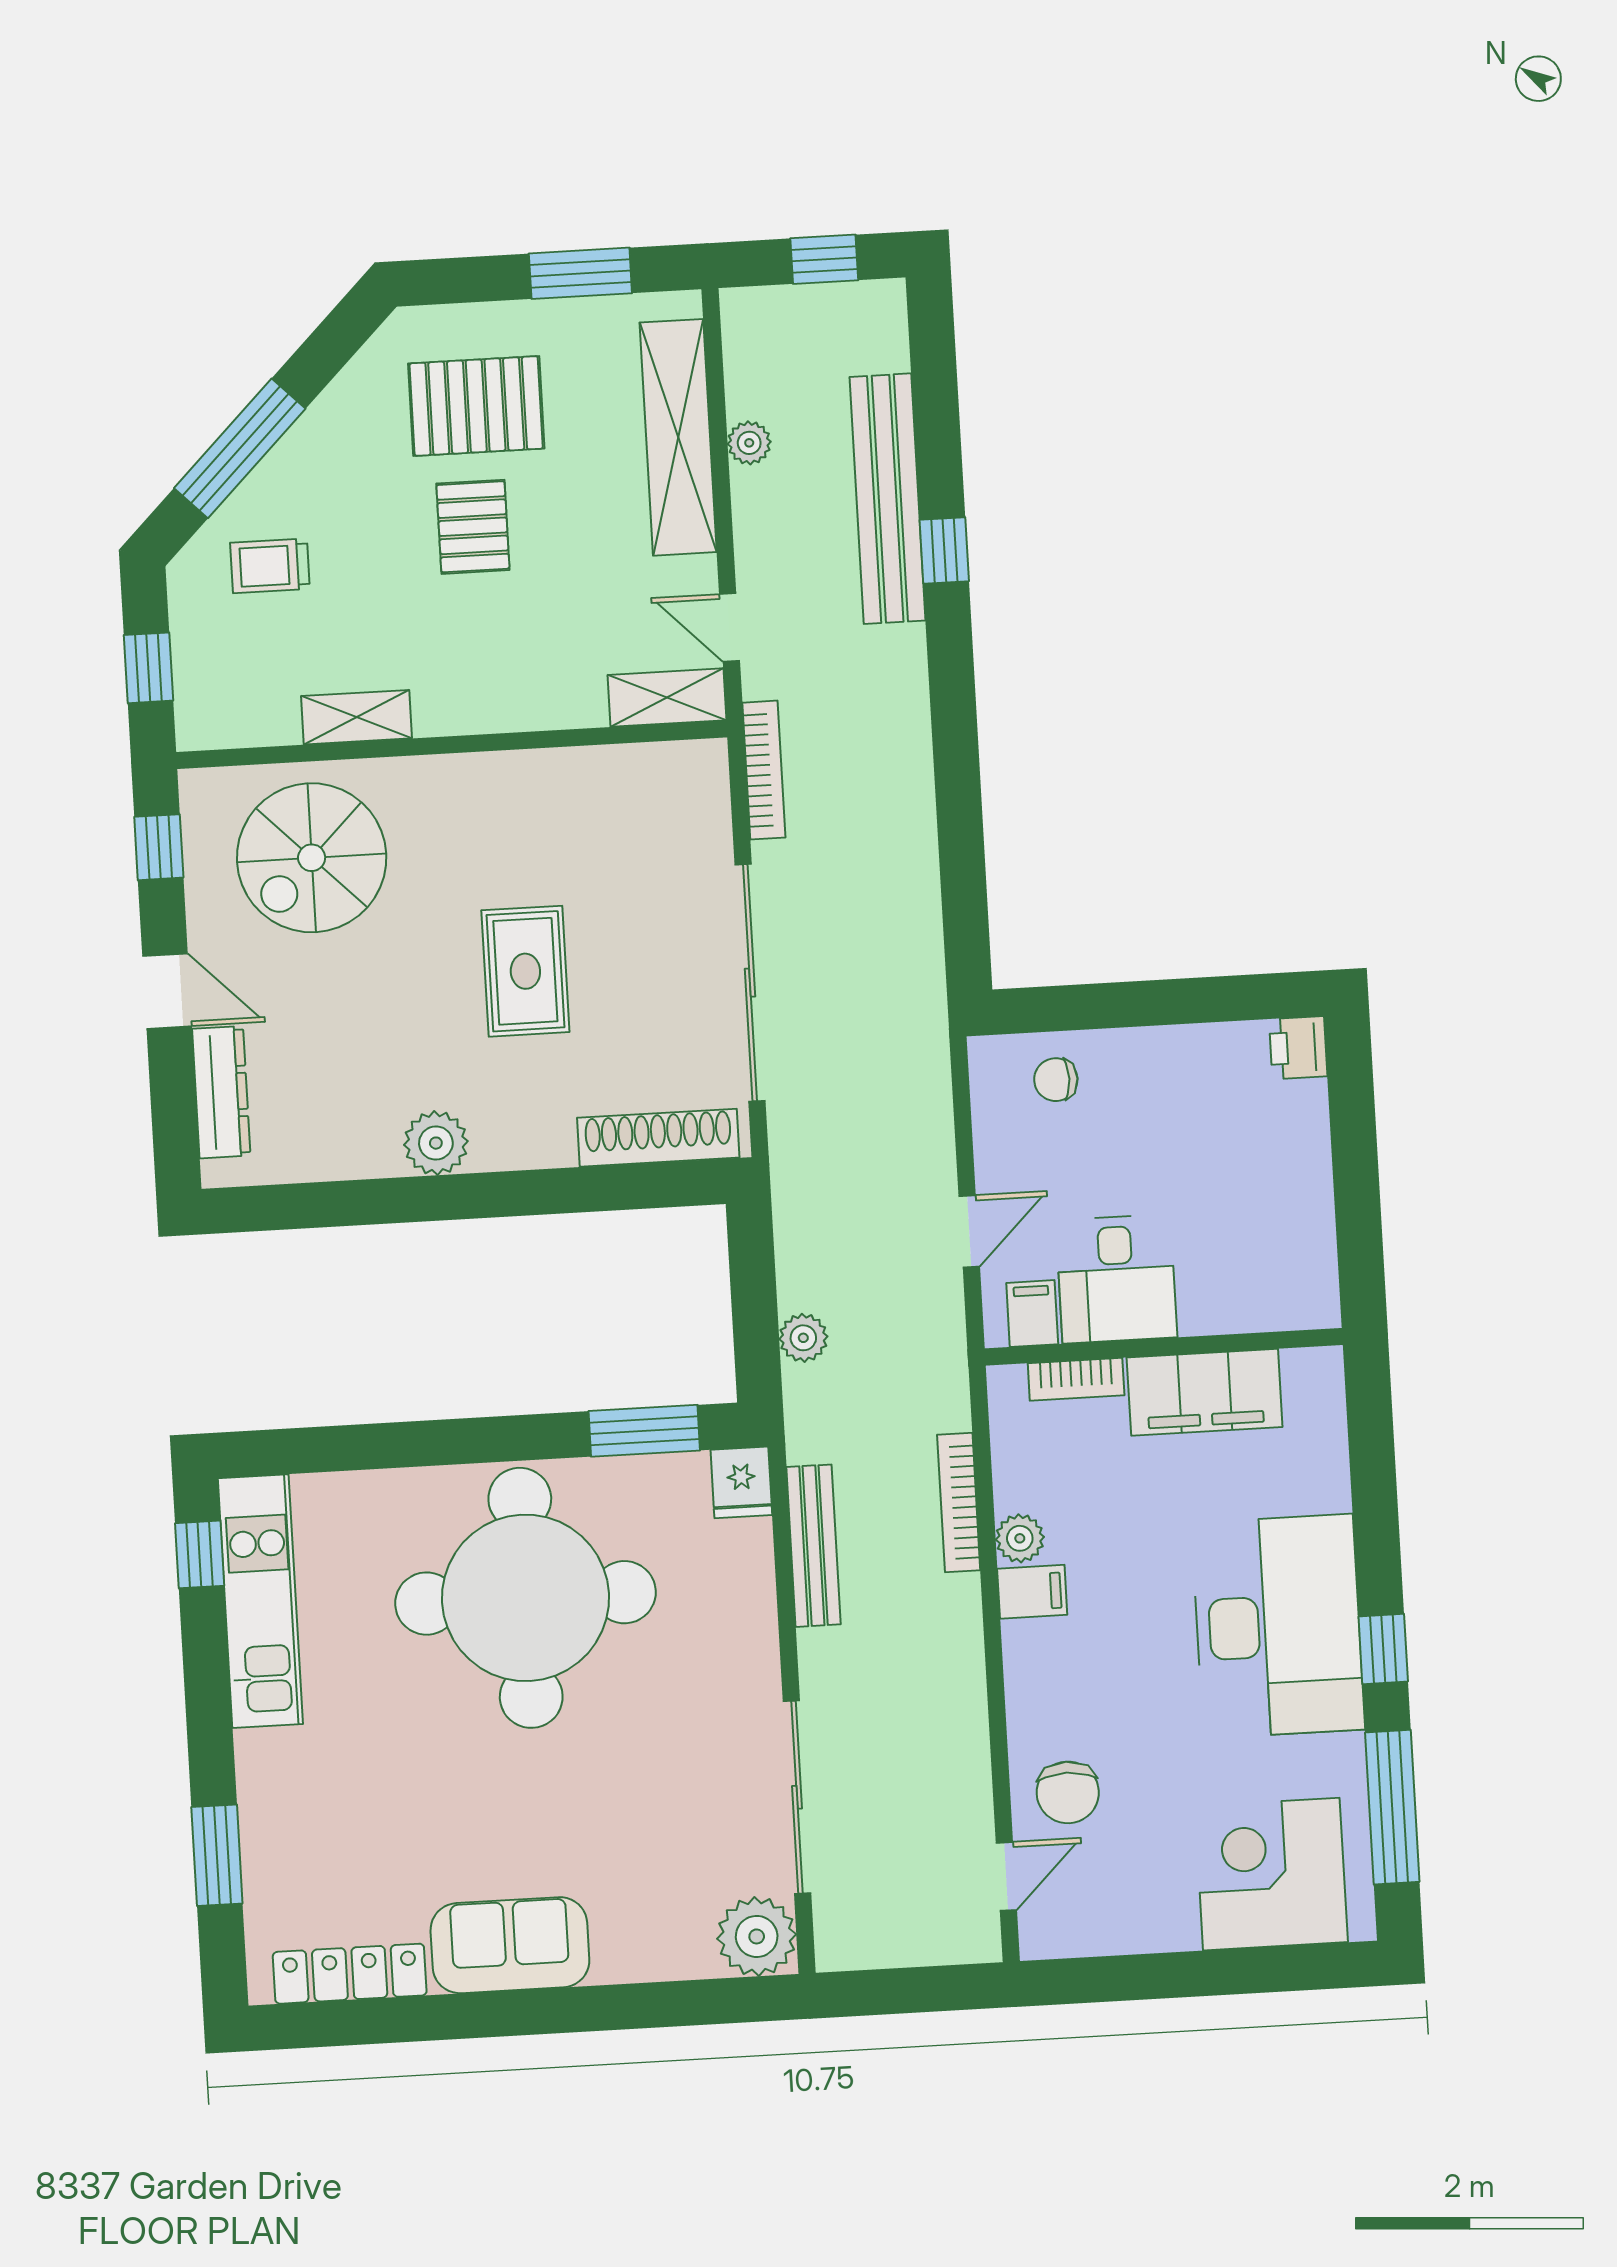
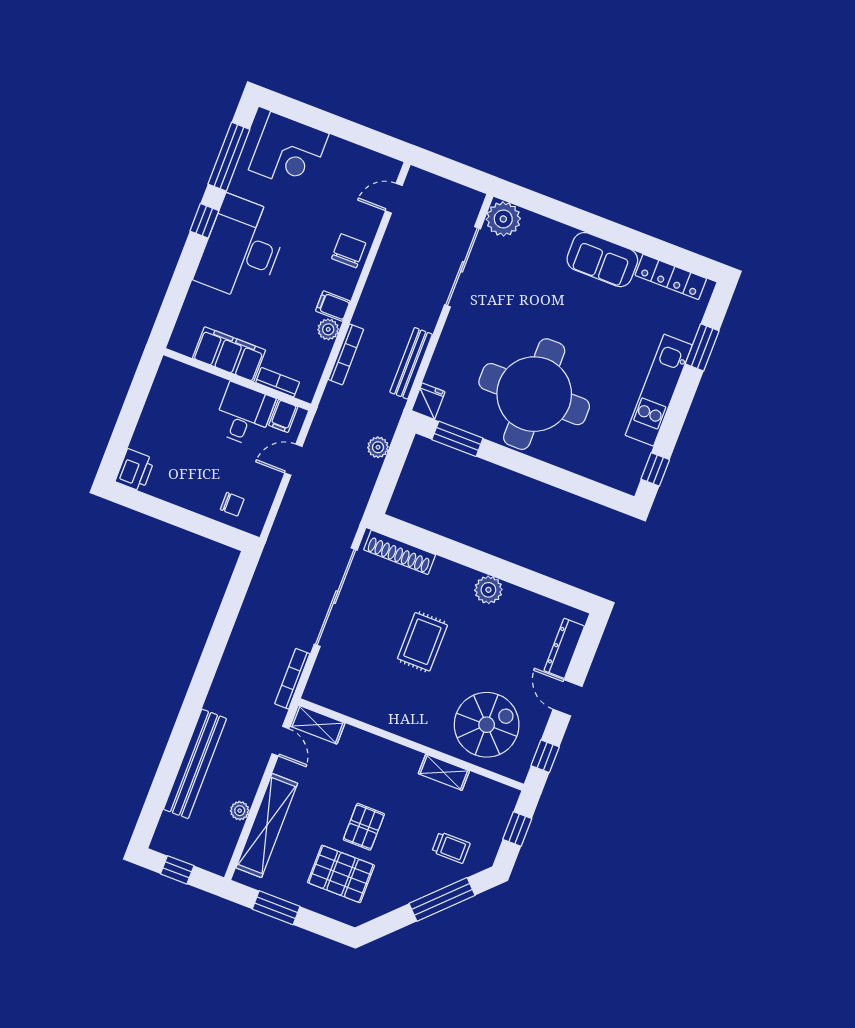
window: (944, 550) -> (182, 733), removed
printer: (1298, 1048) -> (135, 470), width x1.36, depth x1.24
kitchen unit: (260, 1601) -> (659, 390), moved
chair: (1068, 1792) -> (349, 251), moved

